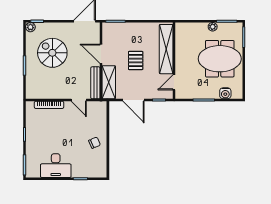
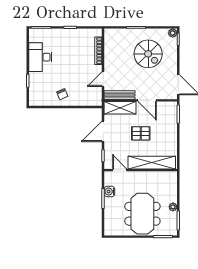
spiral stairs: (52, 53) -> (148, 54), turned 90
door: (101, 54) -> (147, 100), swing flipped
water cooler: (225, 93) -> (109, 191), moved

